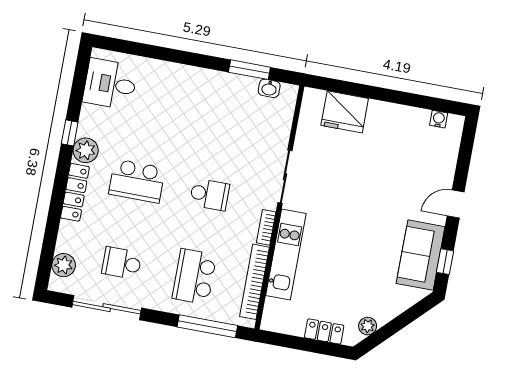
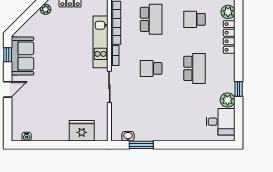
plant: (86, 150) -> (228, 100), moved
school desk: (137, 181) -> (195, 68), turned 90
locker: (75, 192) -> (229, 37), moved
school desk: (122, 263) -> (195, 19), turned 180

